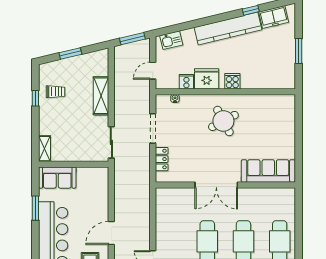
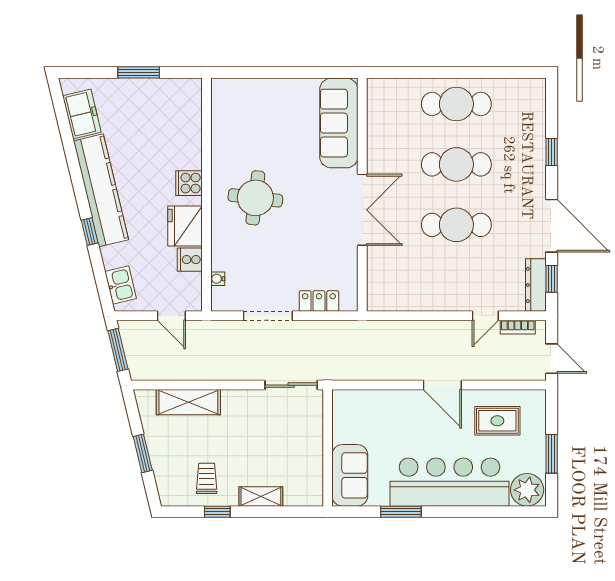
window: (251, 10) -> (90, 232), moved
shelving: (101, 96) -> (188, 402), moved
round table: (223, 121) -> (255, 198), turned 35
shelving: (45, 149) -> (261, 497), moved

